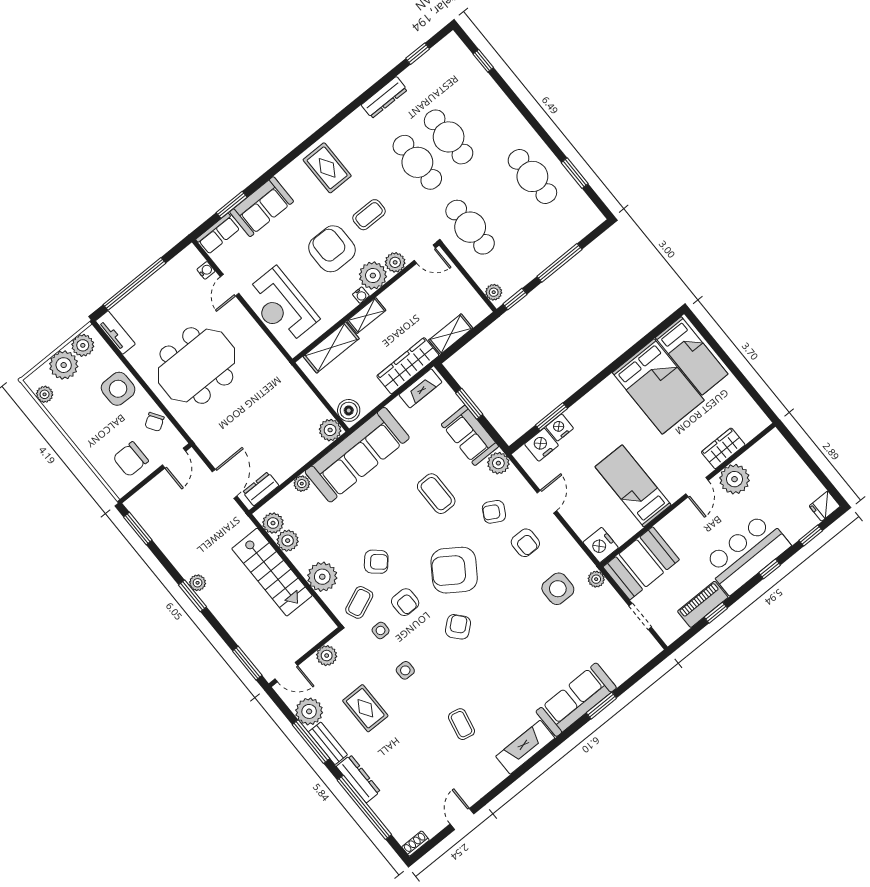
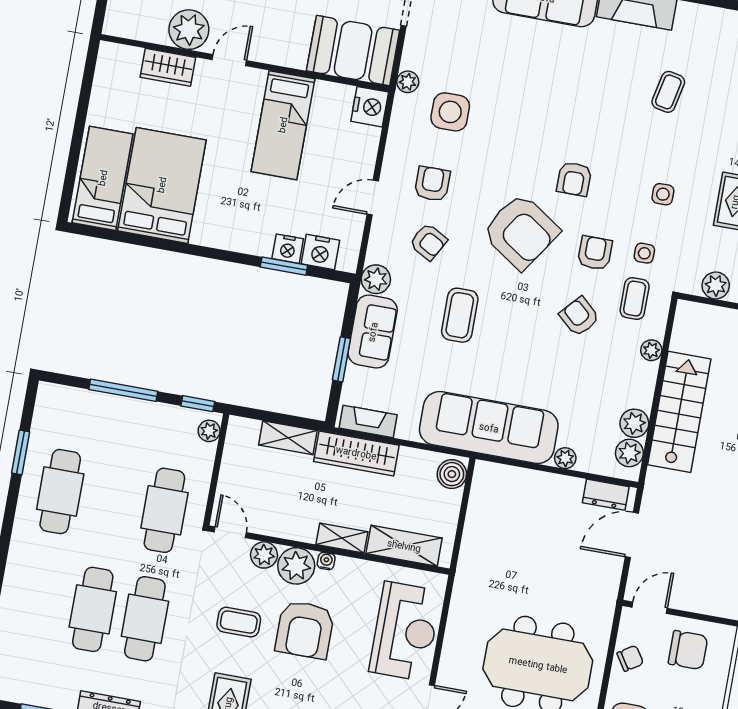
plant: (330, 430) -> (487, 476), removed
plant: (322, 577) -> (651, 350), width x0.53, depth x0.53
coffee table: (359, 602) -> (635, 299), turned -67
armchair: (458, 627) -> (574, 179), turned -49

